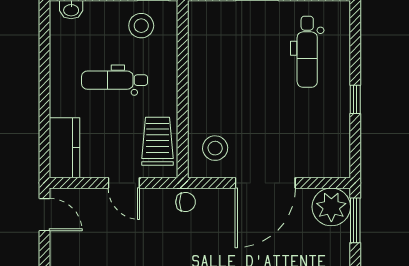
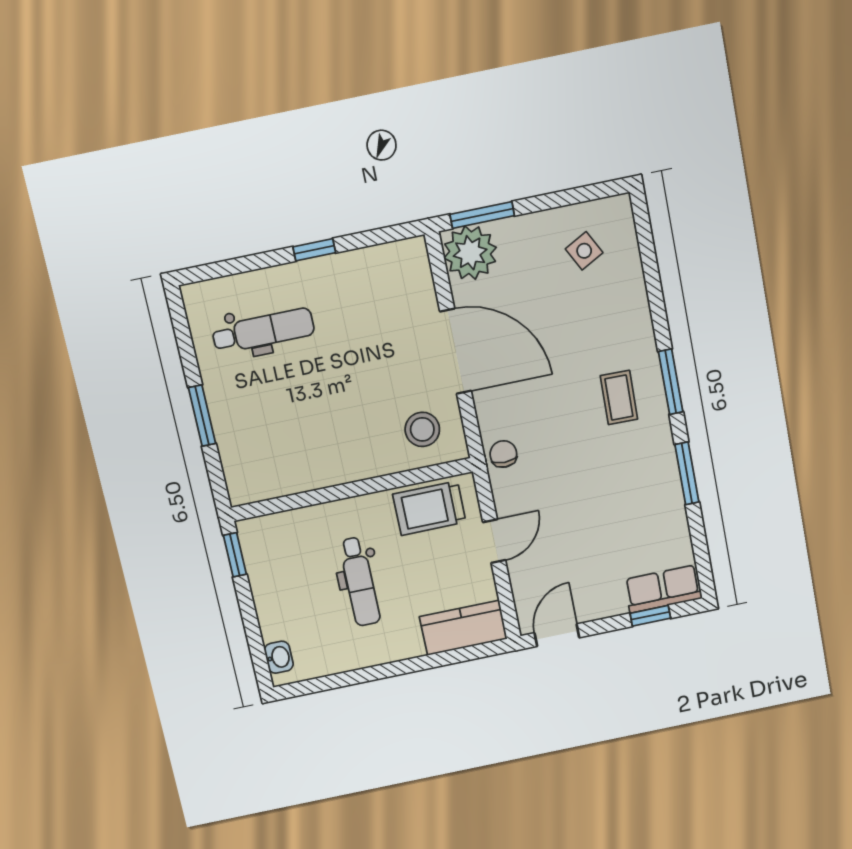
stool: (141, 26) -> (279, 562), removed

